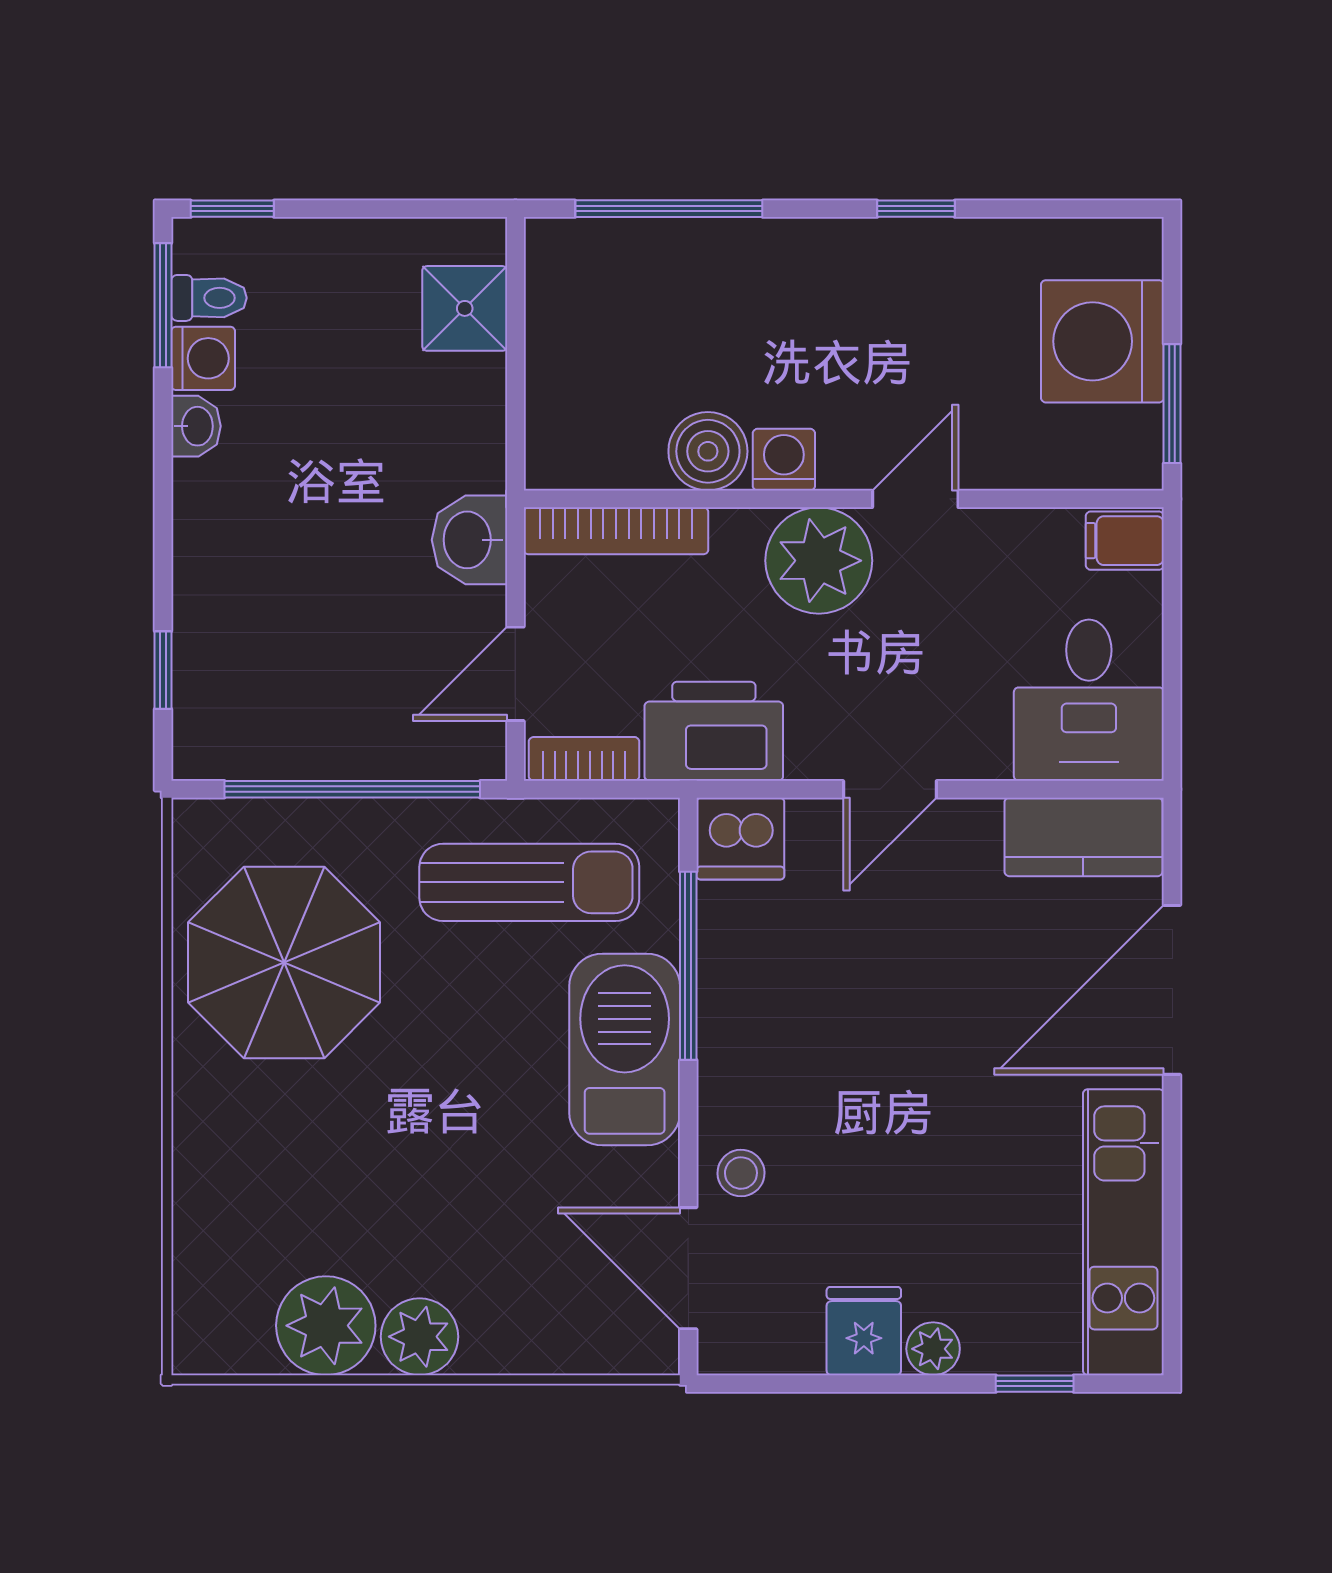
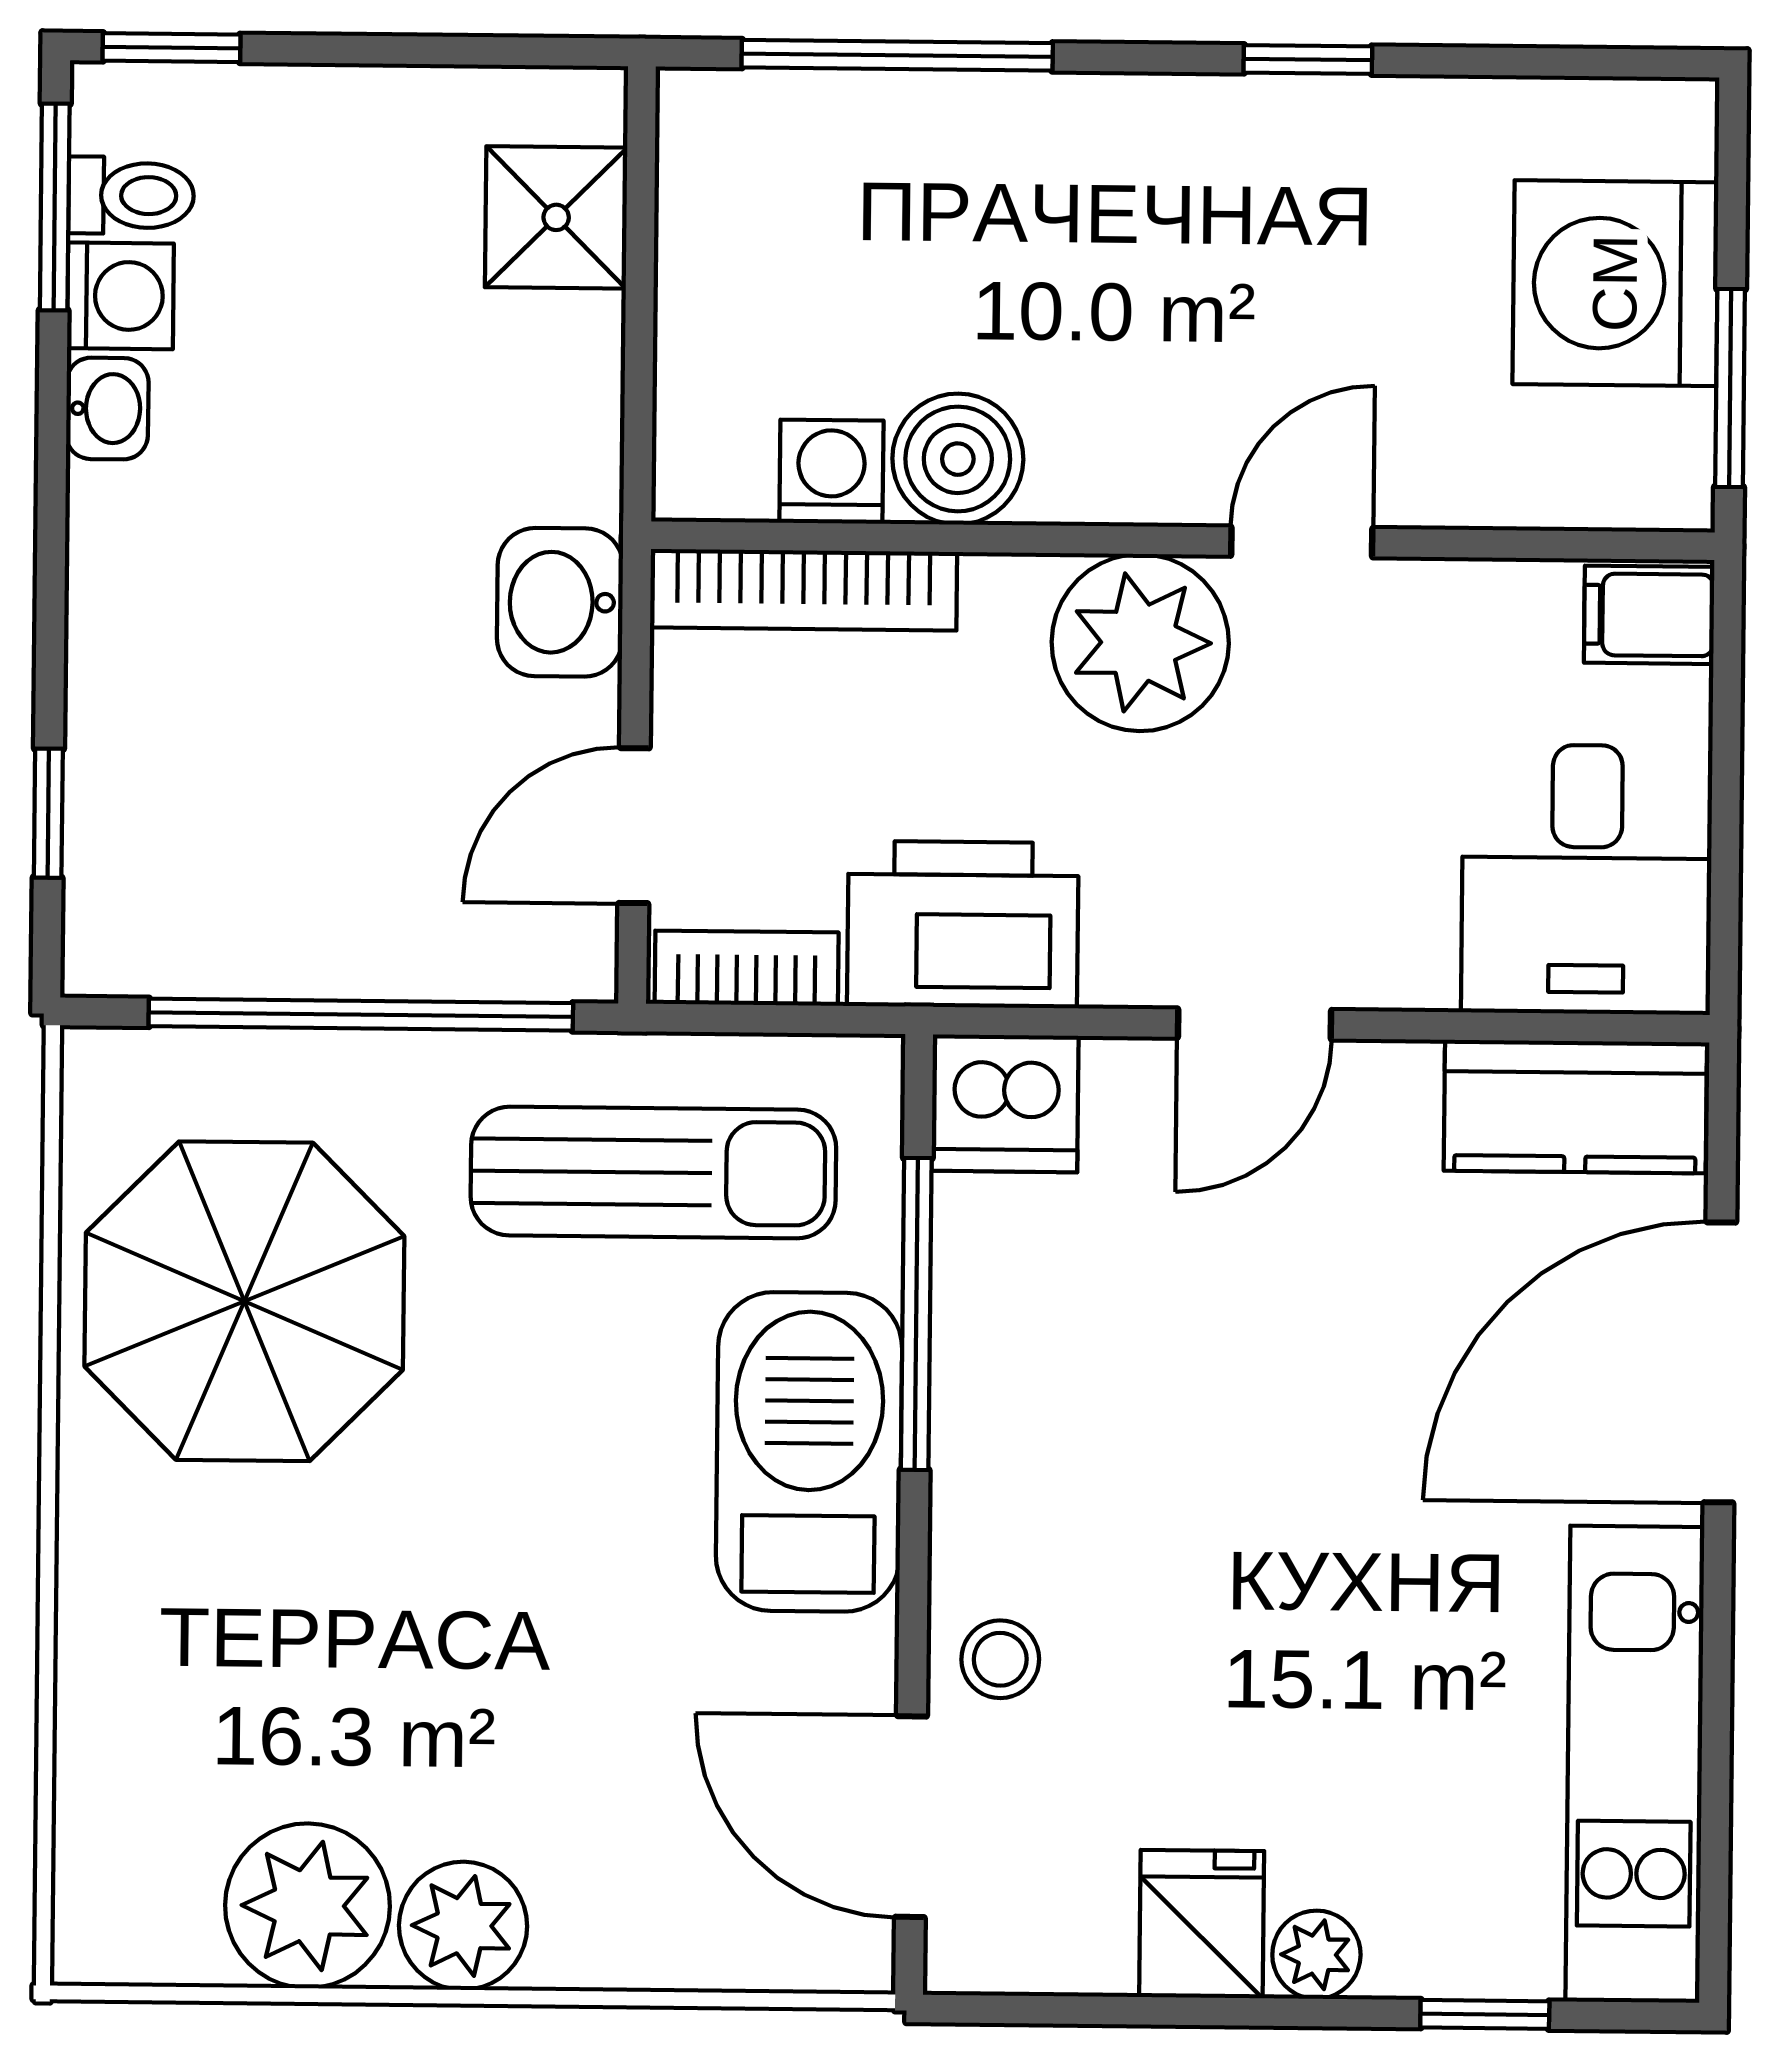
washing machine: (784, 460) -> (831, 472), moved

